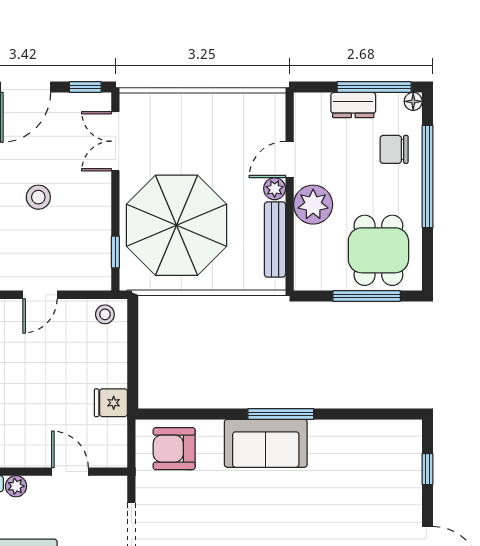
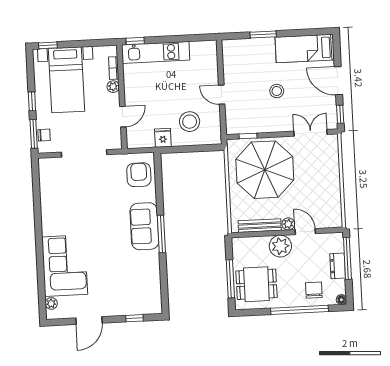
window: (374, 87) -> (347, 258), moved
stool: (105, 314) -> (190, 122), moved, width x1.89, depth x1.89

